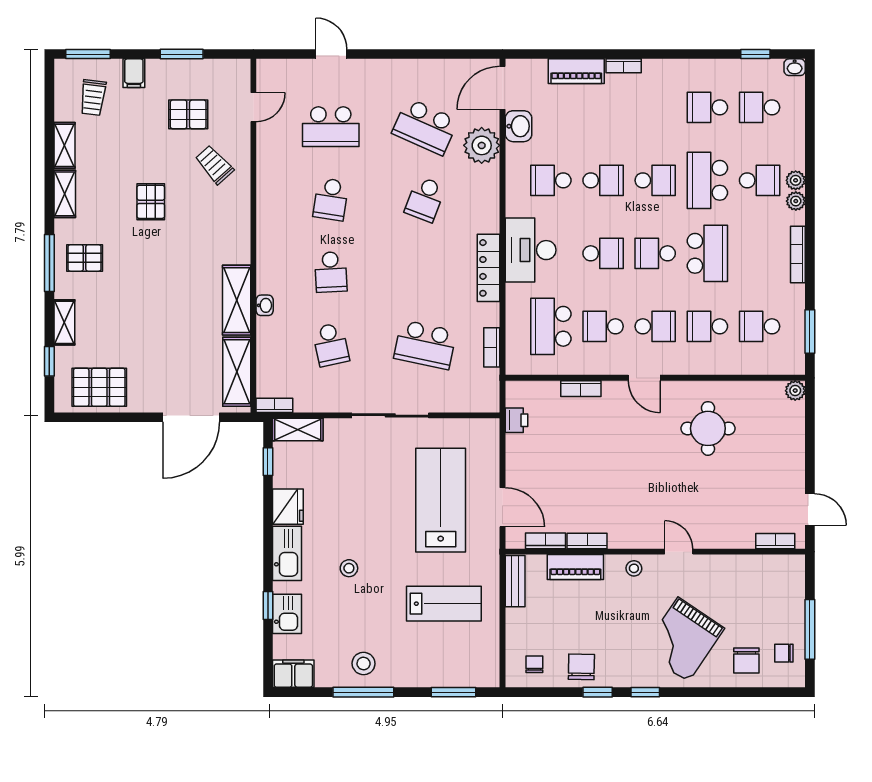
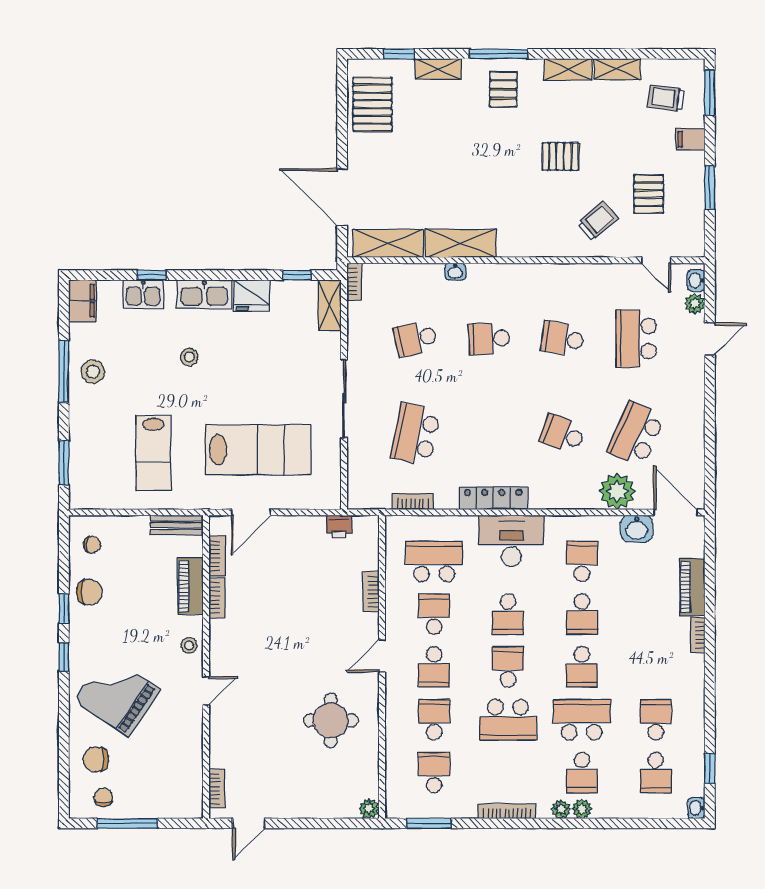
washbasin: (273, 67) -> (696, 280), added
plant: (296, 69) -> (695, 304), added
school desk: (760, 107) -> (656, 773), turned 180

